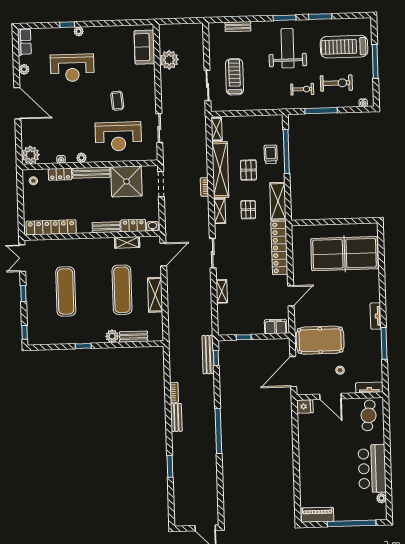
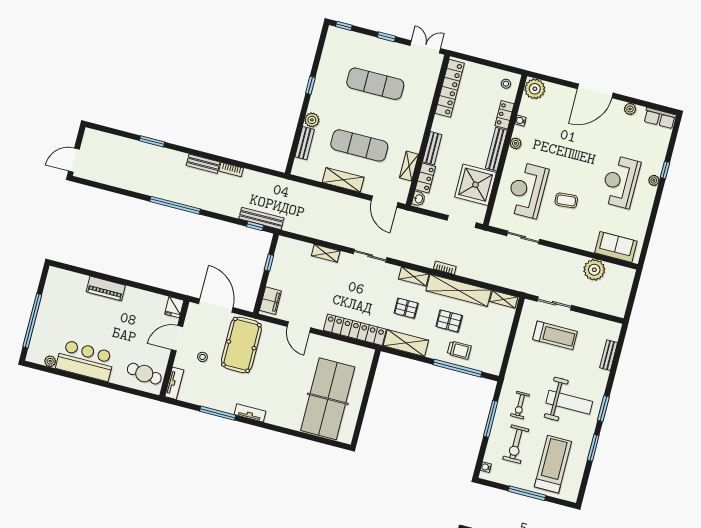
reception desk: (72, 68) -> (620, 182), moved
piano: (317, 515) -> (106, 288), moved, turned 90

